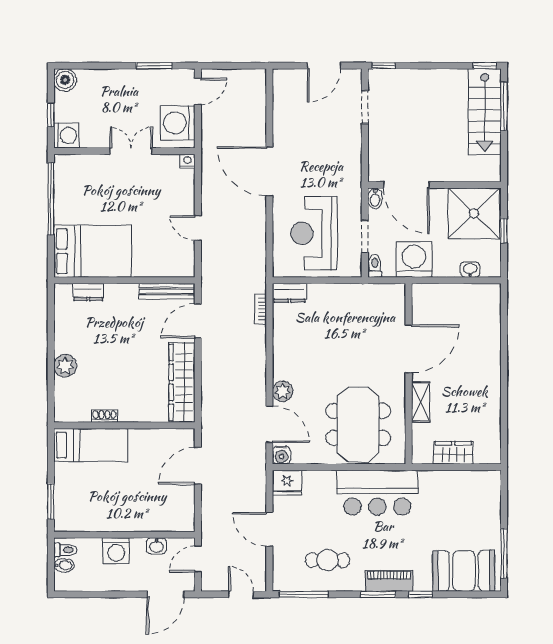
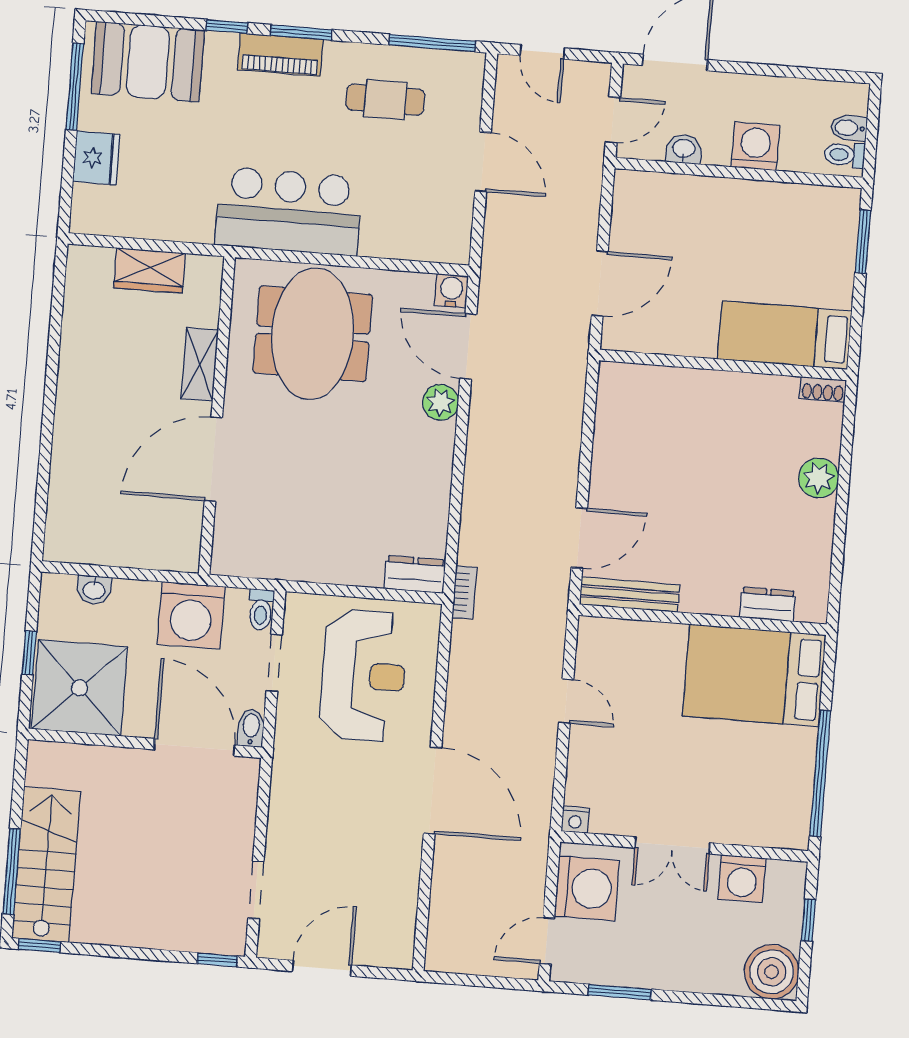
boiler: (65, 80) -> (772, 972), width x1.37, depth x1.37
washing machine: (66, 135) -> (742, 879), moved, turned -90
bookcase: (261, 309) -> (464, 592), moved
wardrobe: (182, 382) -> (616, 432), removed
shoe rack: (104, 416) -> (823, 389), moved
fridge: (287, 483) -> (96, 158), moved, turned 90

